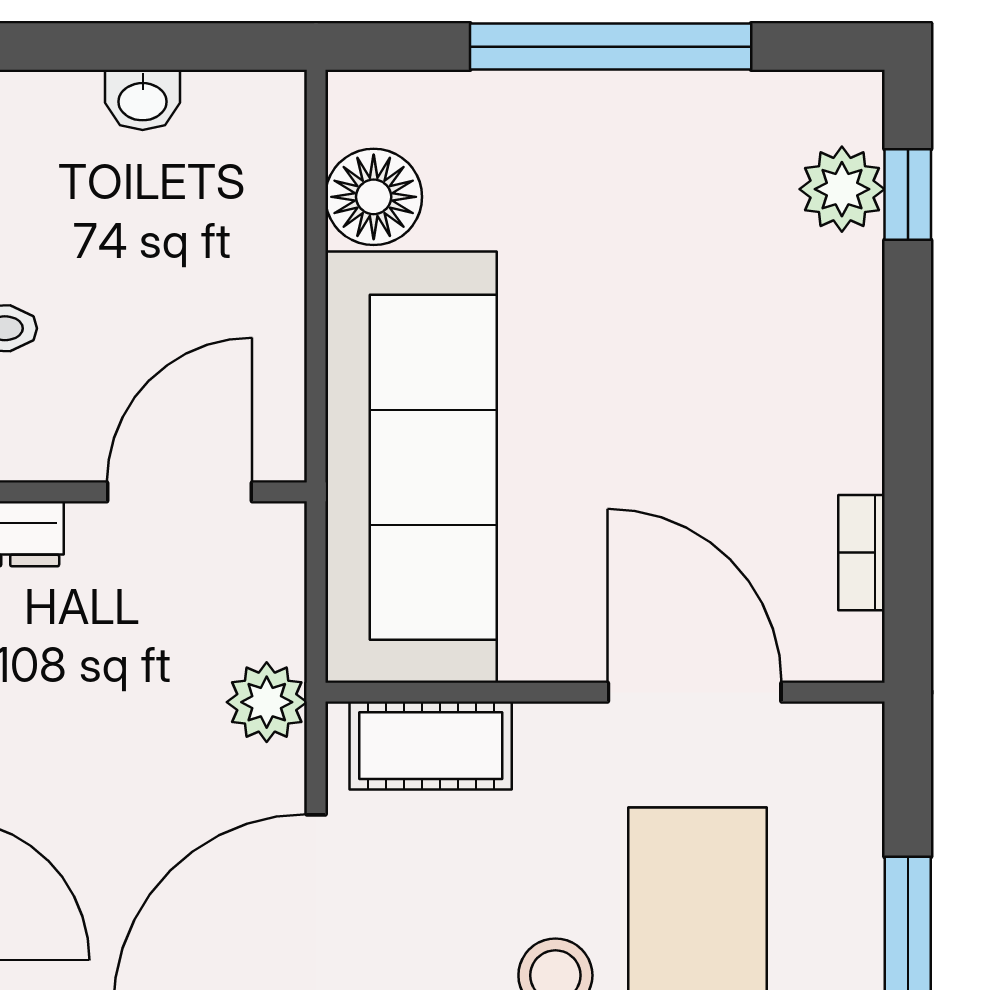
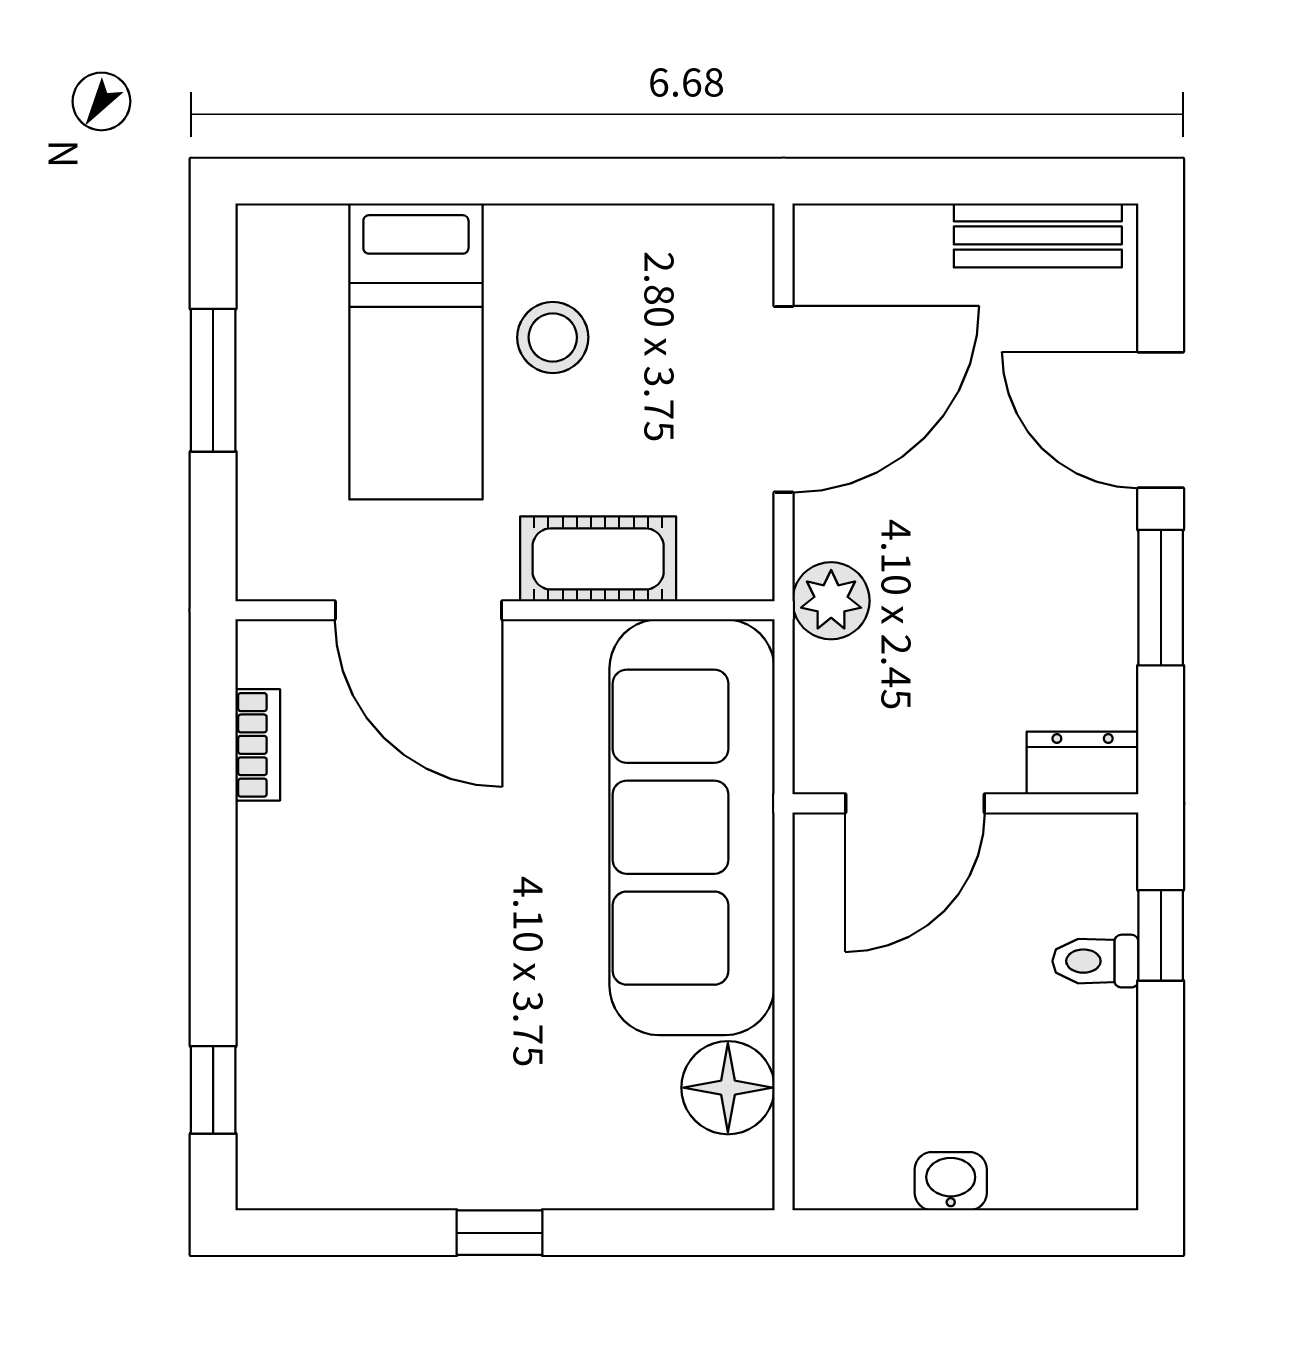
window: (611, 47) -> (500, 1233), width x0.32
plant: (842, 189) -> (277, 1095), removed
cot: (431, 746) -> (598, 559), moved

